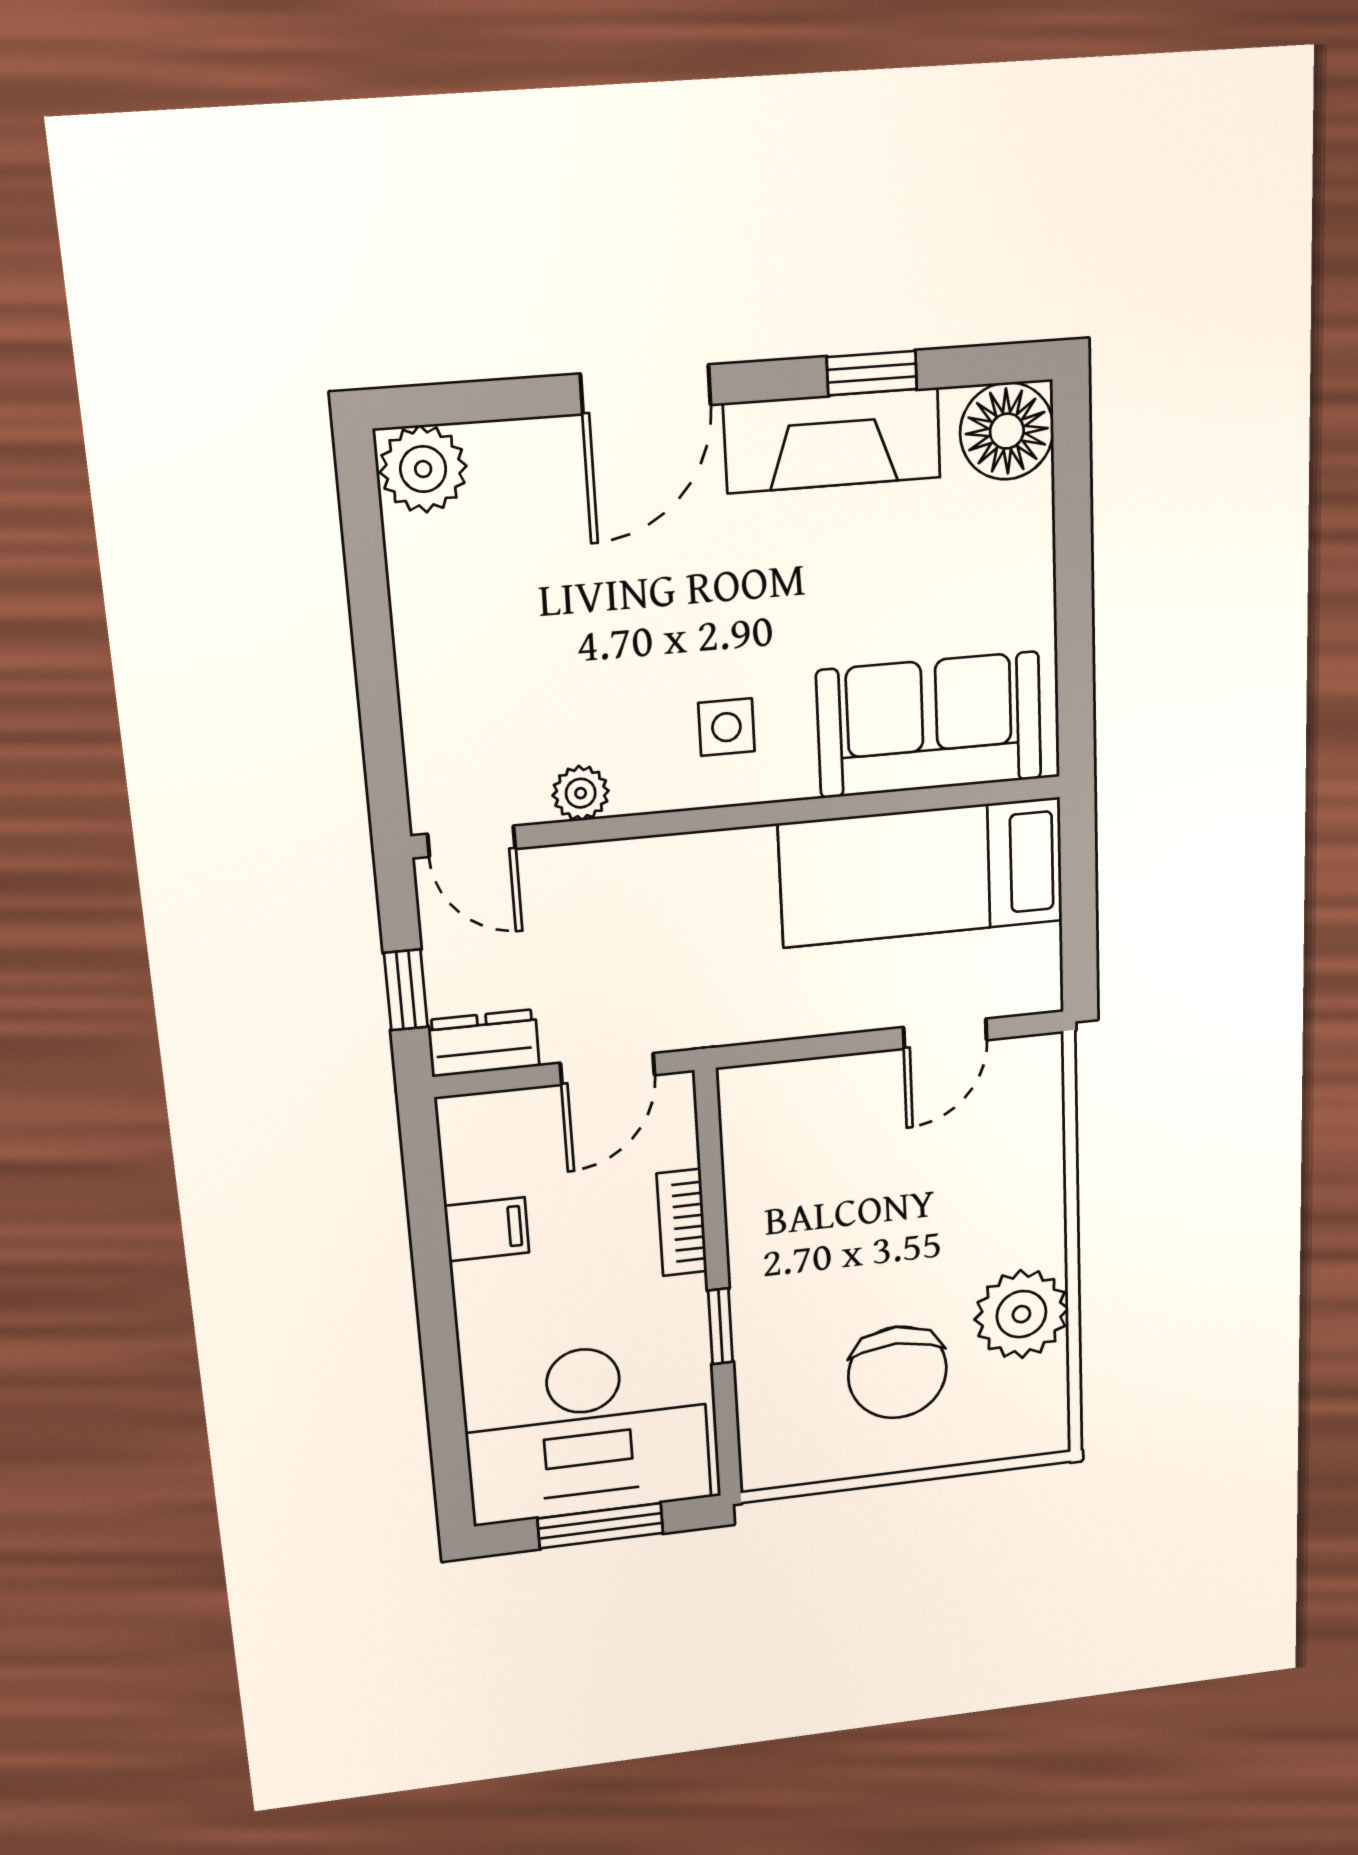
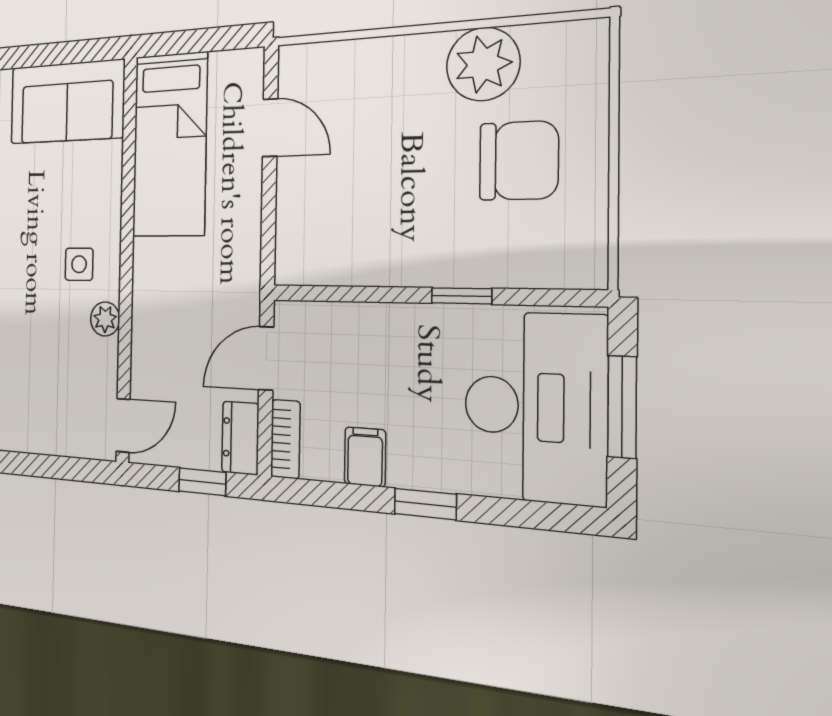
sofa: (930, 725) -> (67, 102), moved, turned -90
plant: (581, 793) -> (105, 319), moved
door: (608, 1069) -> (266, 358), swing flipped
bookcase: (682, 1223) -> (285, 439), moved, turned -90
window: (437, 1316) -> (425, 504), added

